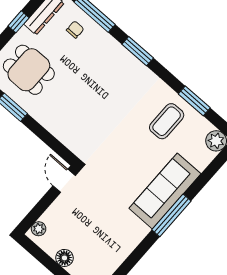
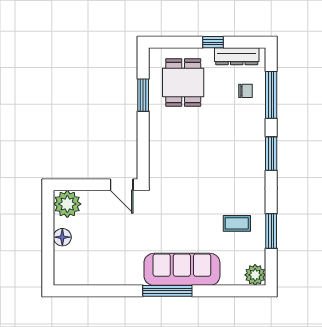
coffee table: (167, 121) -> (237, 223), width x0.73, depth x0.77
door: (64, 181) -> (122, 185), swing flipped
plant: (39, 229) -> (67, 204), width x1.88, depth x1.88

